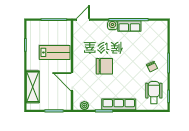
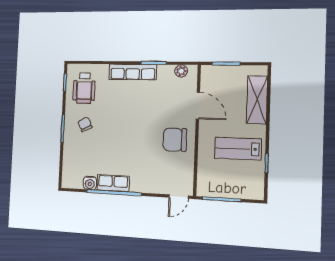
water cooler: (112, 25) -> (90, 183), moved
lab bench: (55, 52) -> (238, 149), moved
chair: (104, 66) -> (175, 140), moved

